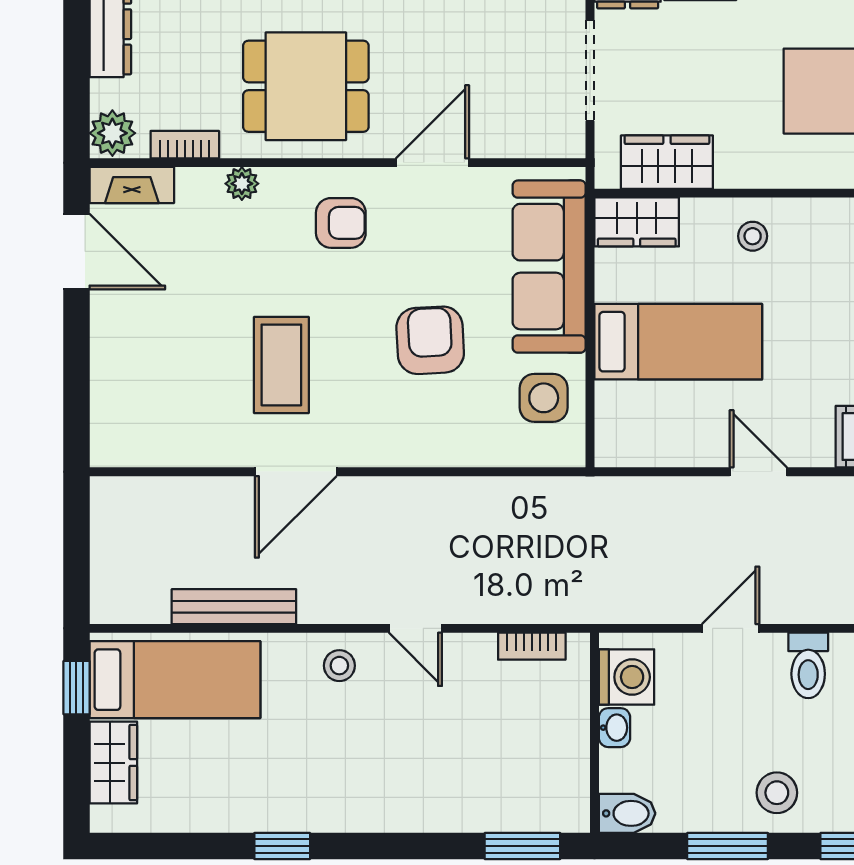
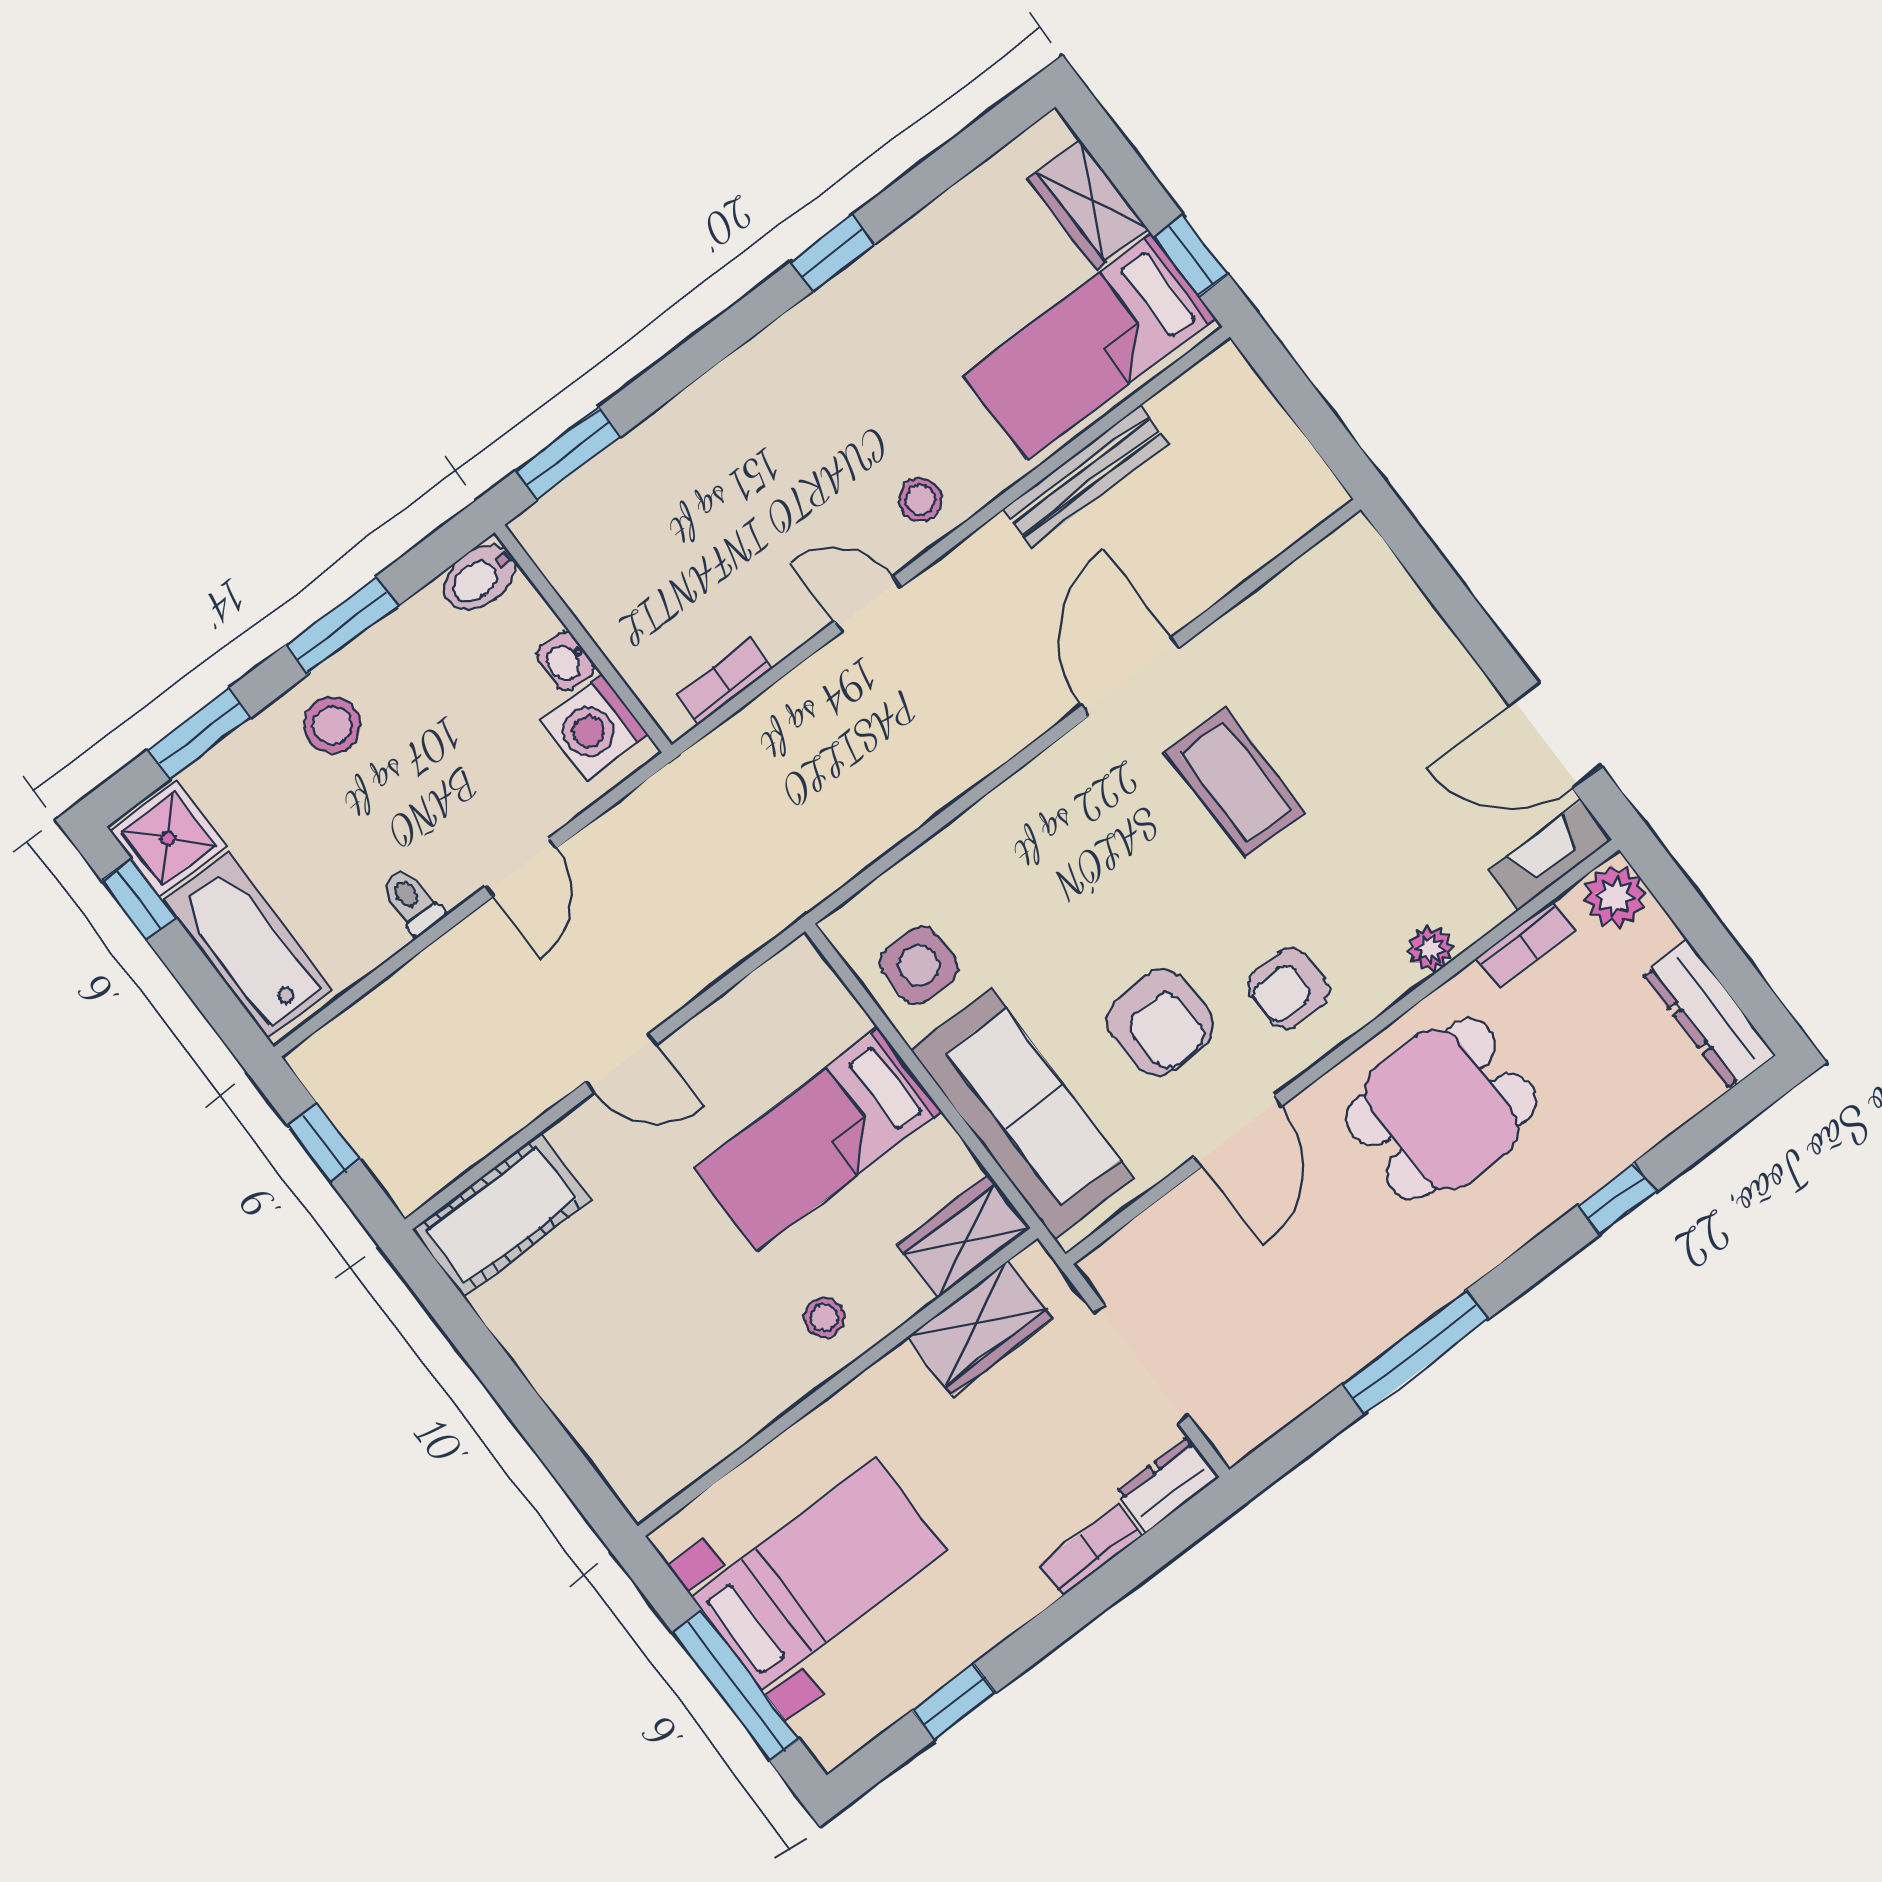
armchair: (430, 340) -> (1160, 1022), moved
toilet: (808, 665) -> (412, 902), width x0.73, depth x0.72

